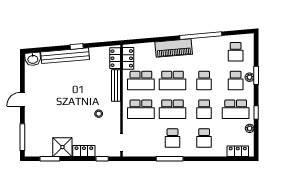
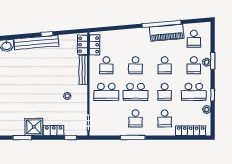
piano: (174, 48) -> (167, 33), moved
school desk: (141, 80) -> (106, 65), width x0.54
school desk: (172, 80) -> (136, 65), width x0.54
locker: (238, 151) -> (191, 131), width x1.53

